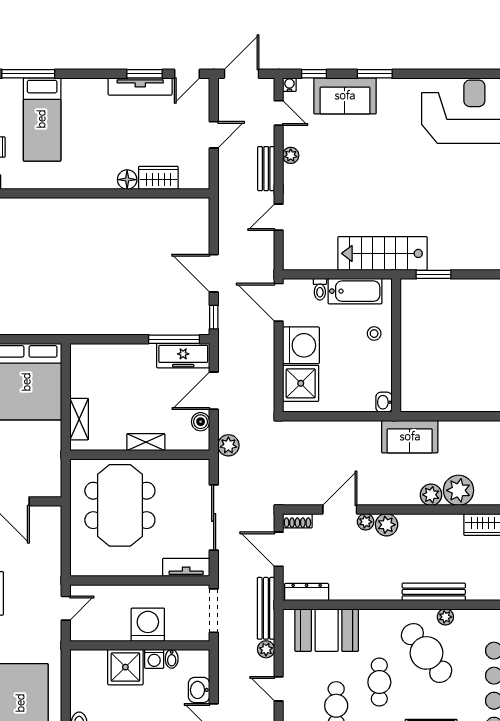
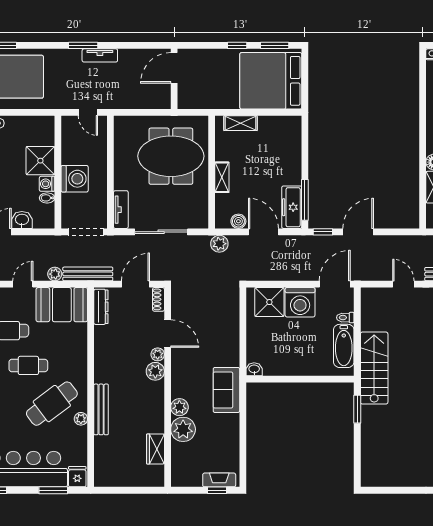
stool: (374, 334) -> (310, 361), removed
booth: (327, 630) -> (62, 305), moved, turned 90

